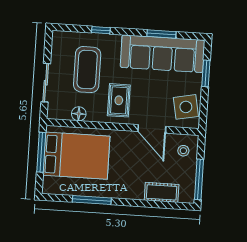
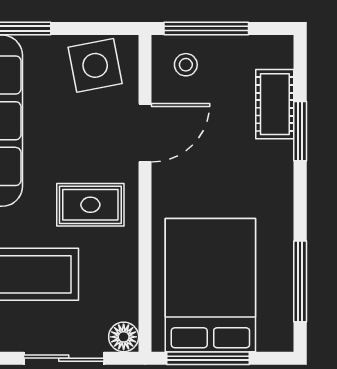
floor lamp: (79, 114) -> (124, 337), moved
window: (199, 179) -> (206, 28), moved
window: (92, 200) -> (300, 281), moved
window: (148, 204) -> (300, 131), added

